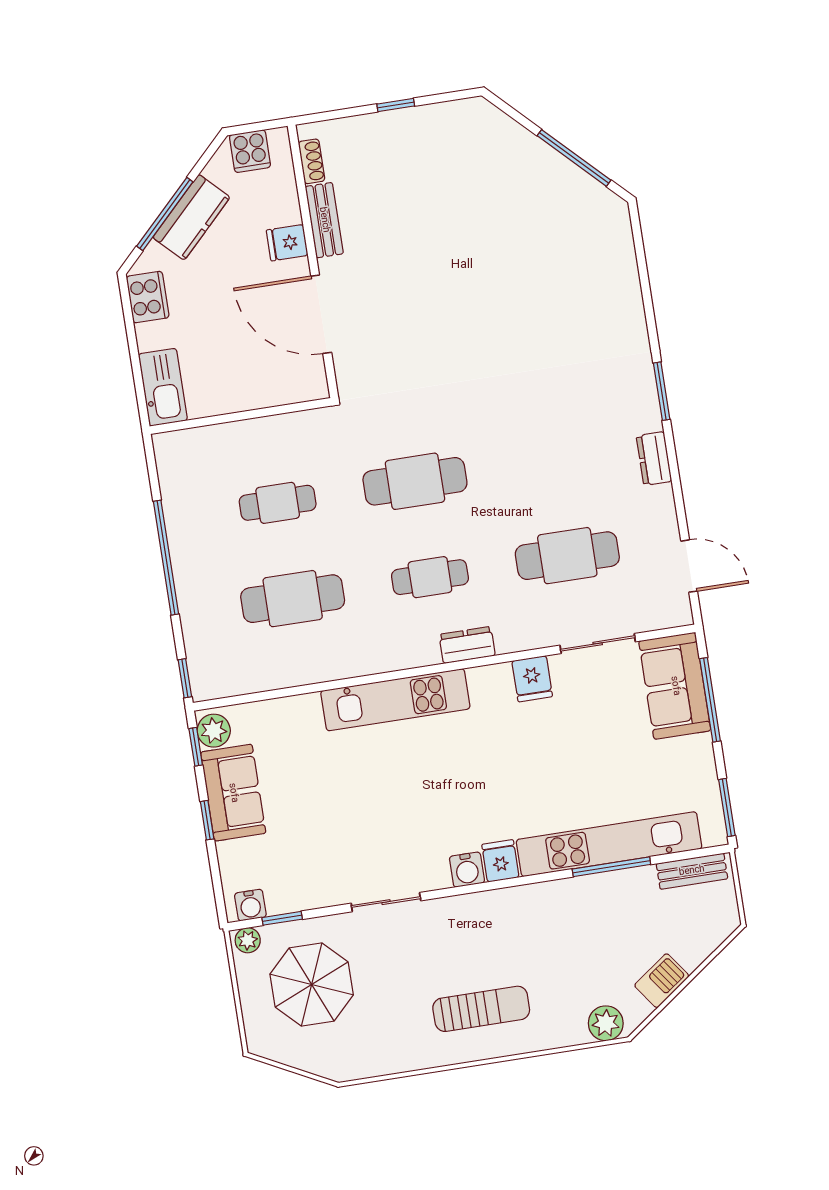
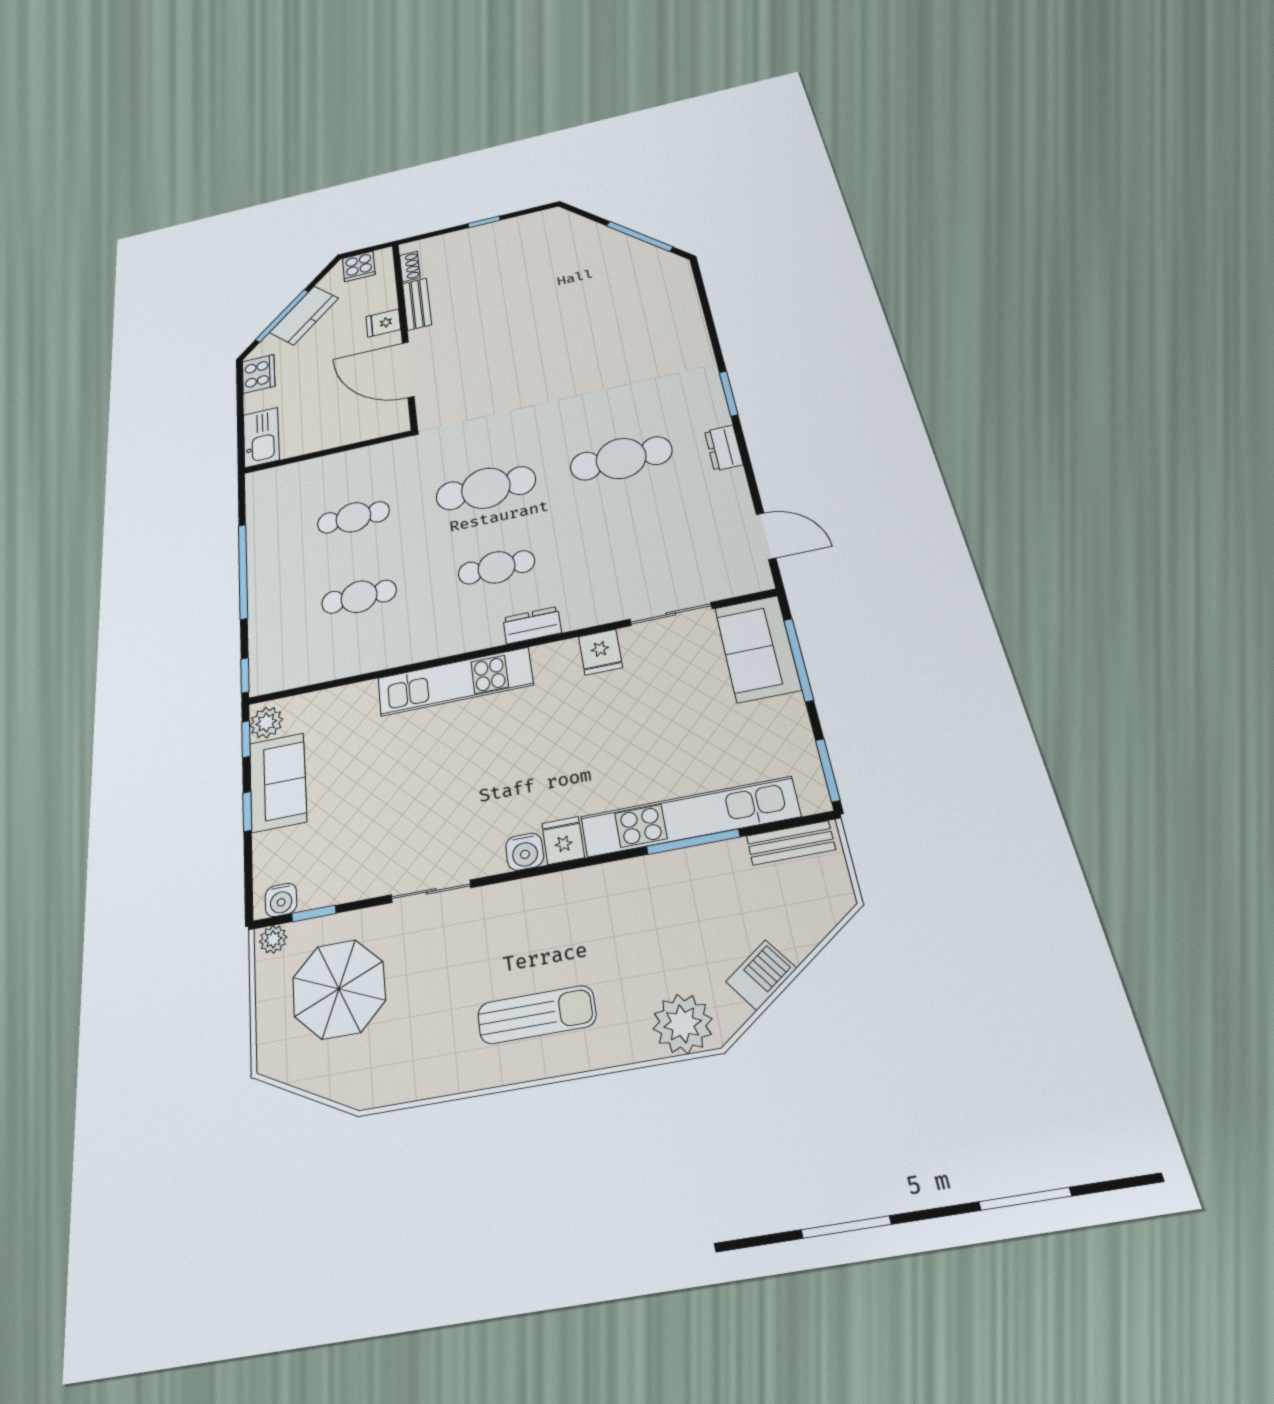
cafe table: (567, 556) -> (621, 458), moved
cafe table: (293, 599) -> (359, 597), width x0.73, depth x0.74
plant: (606, 1023) -> (683, 1024), width x1.36, depth x1.36

